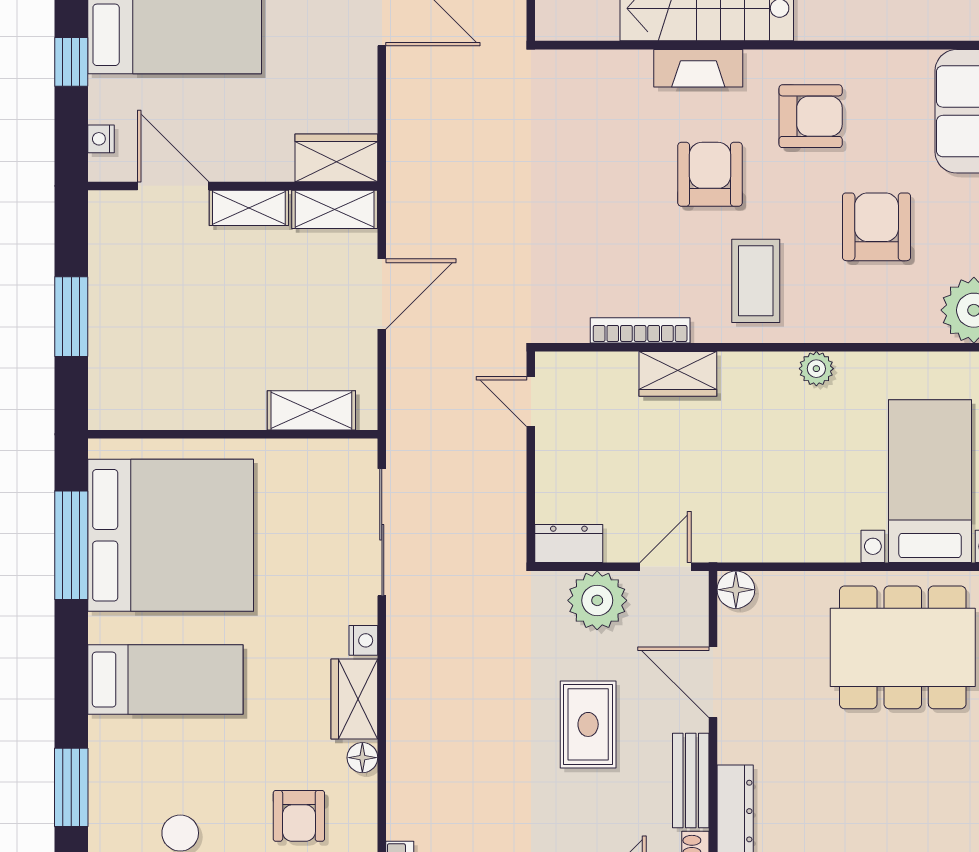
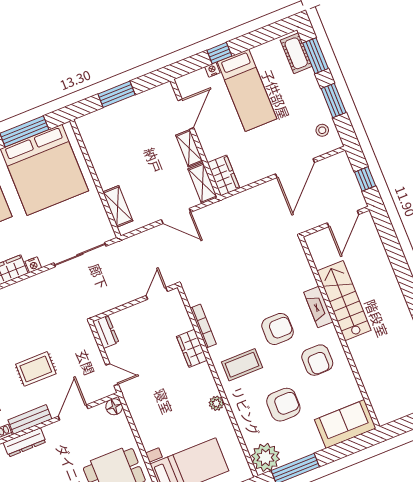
nightstand: (101, 139) -> (212, 70), moved
plant: (597, 600) -> (87, 353), removed

